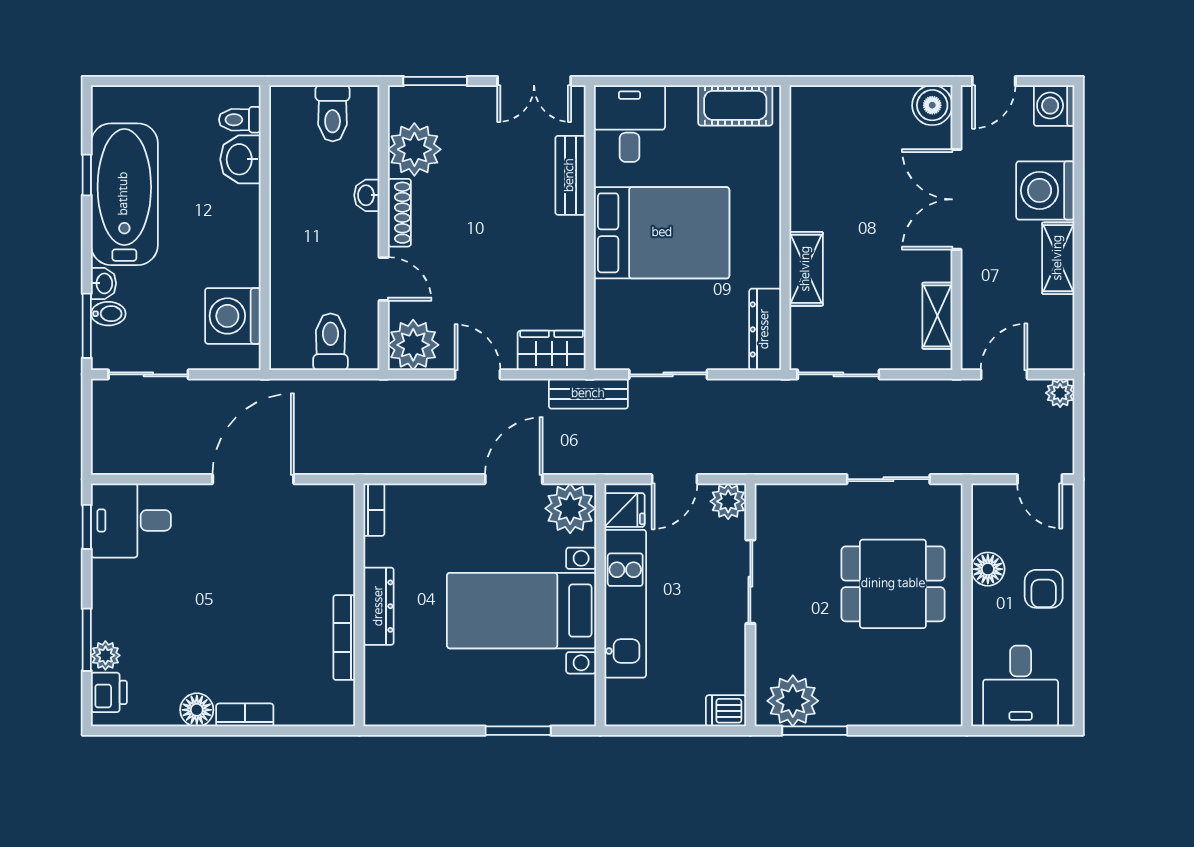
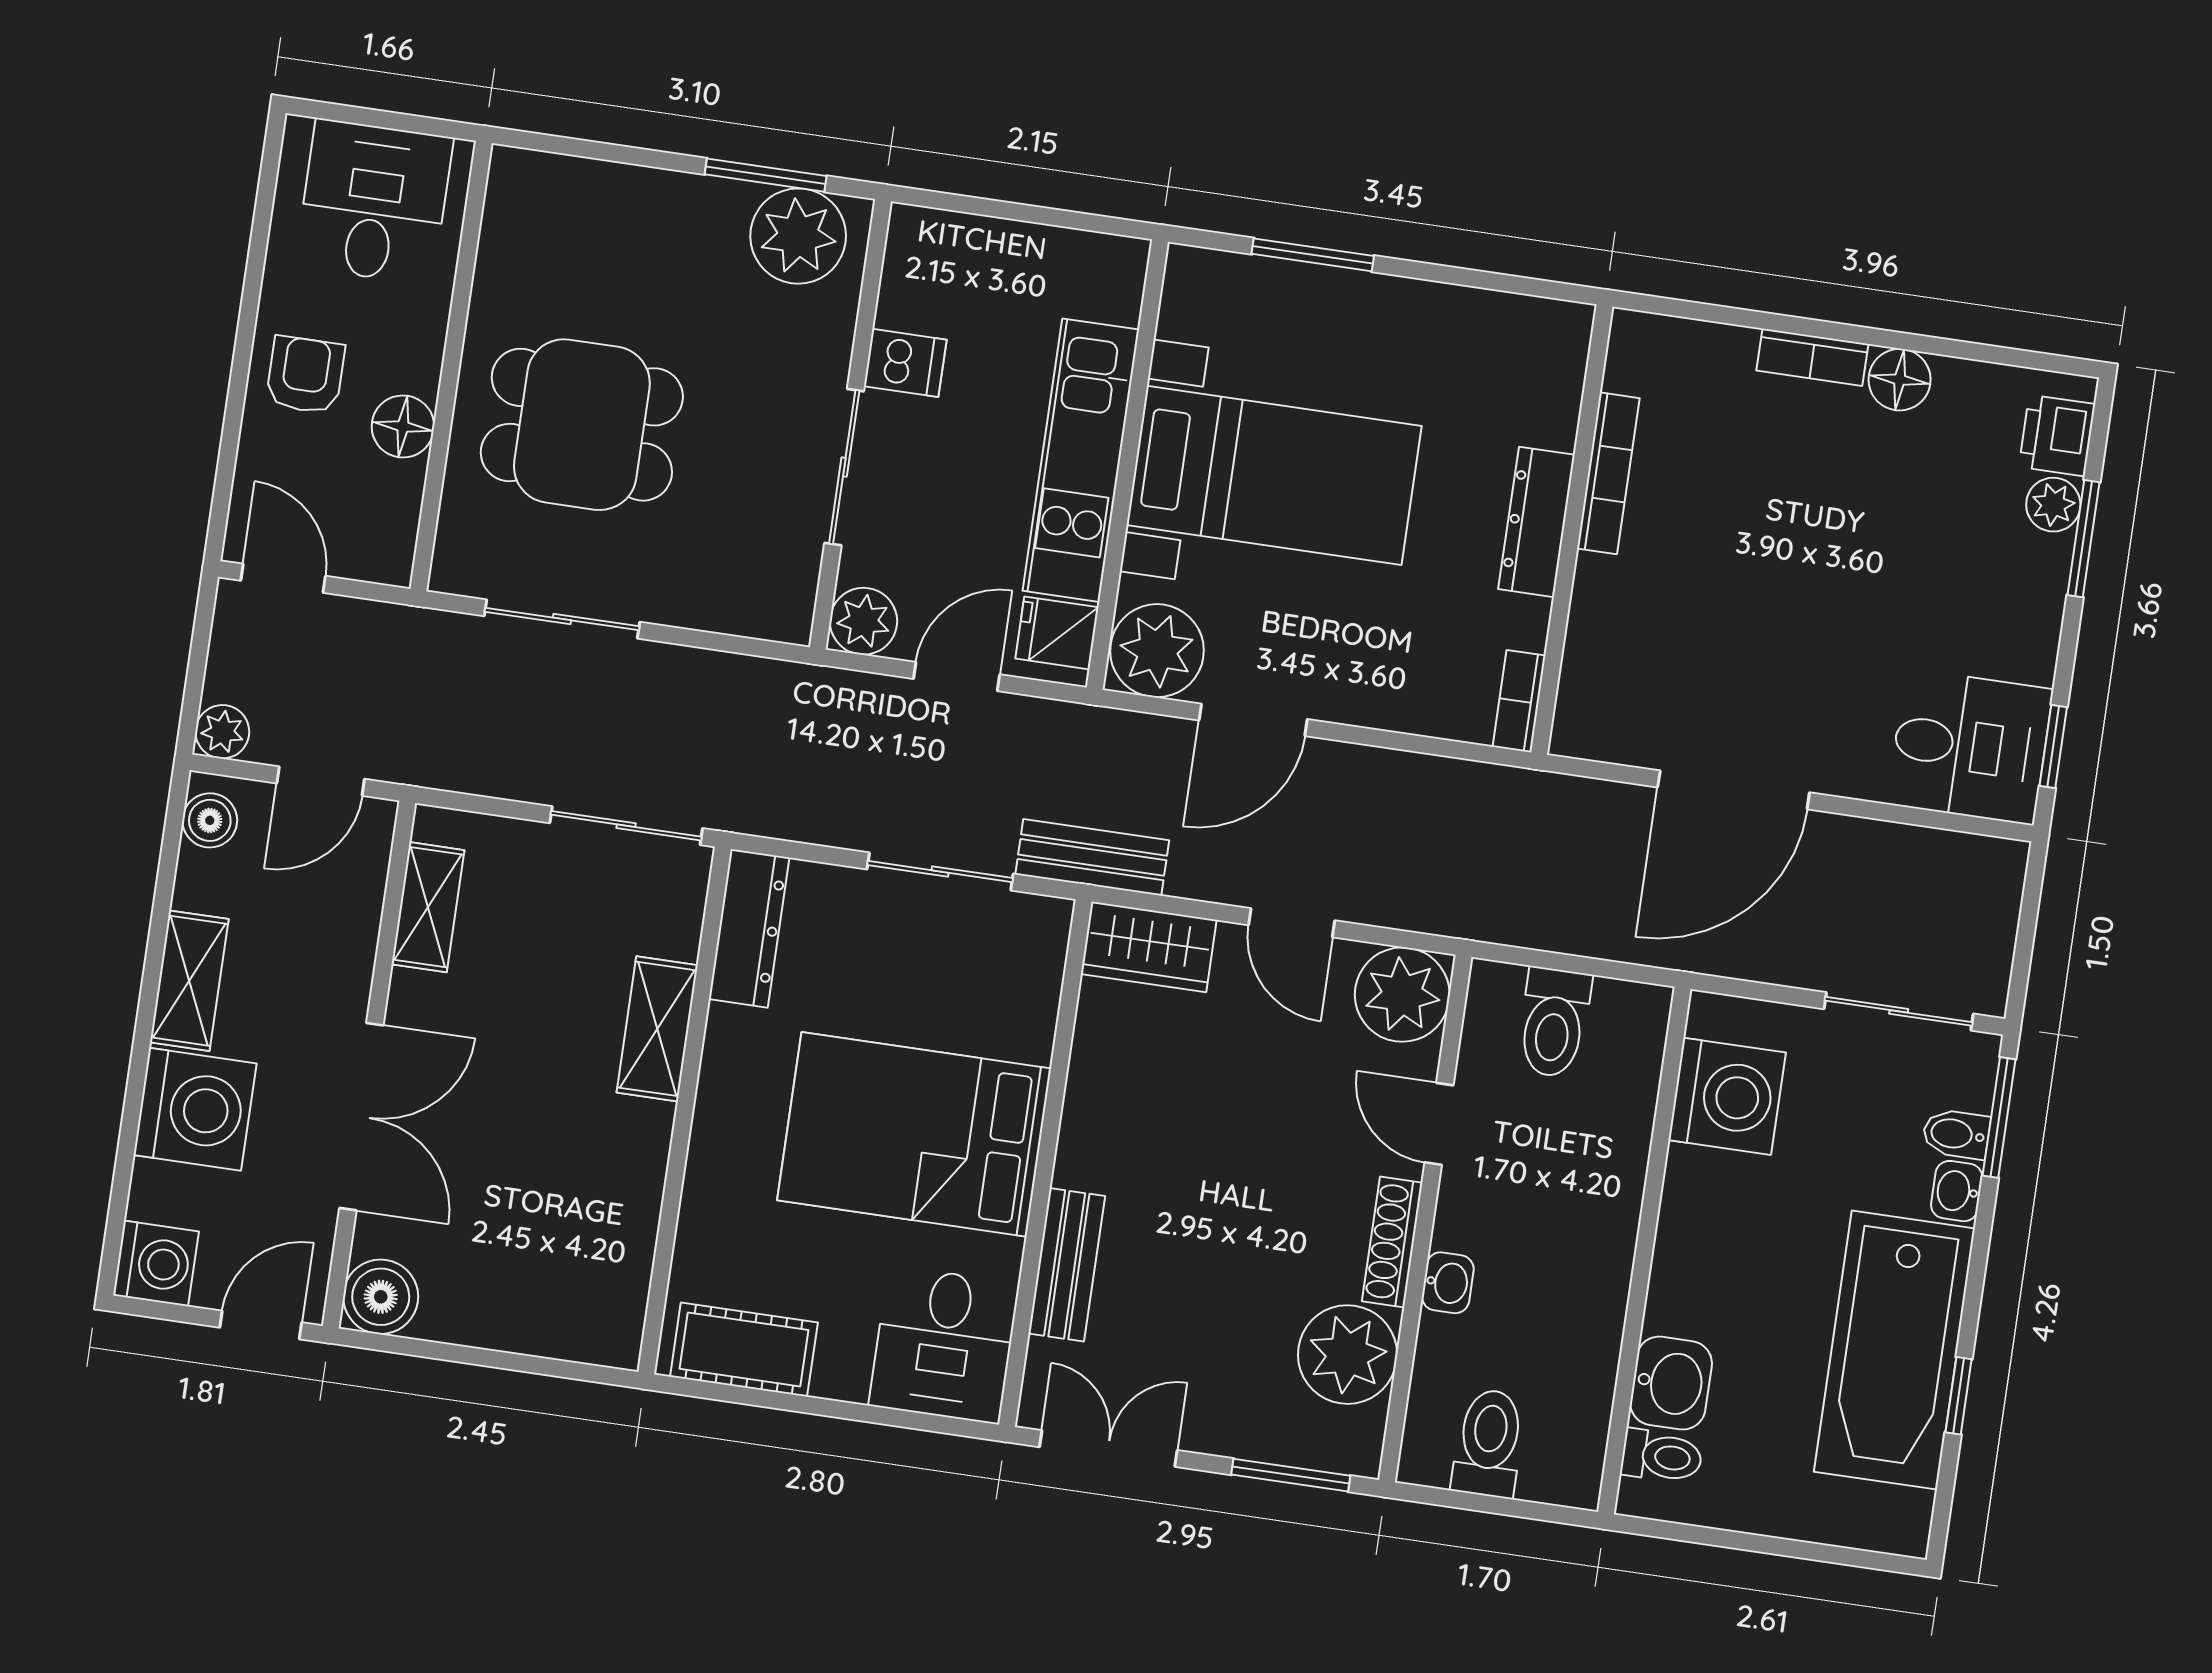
boiler: (1060, 345) -> (210, 820), added
dishwasher: (726, 711) -> (905, 363), moved

